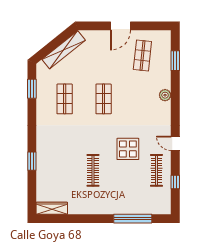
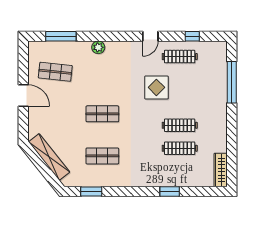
window: (175, 61) -> (61, 36), width x1.44
clothes rail: (72, 170) -> (180, 148), added

